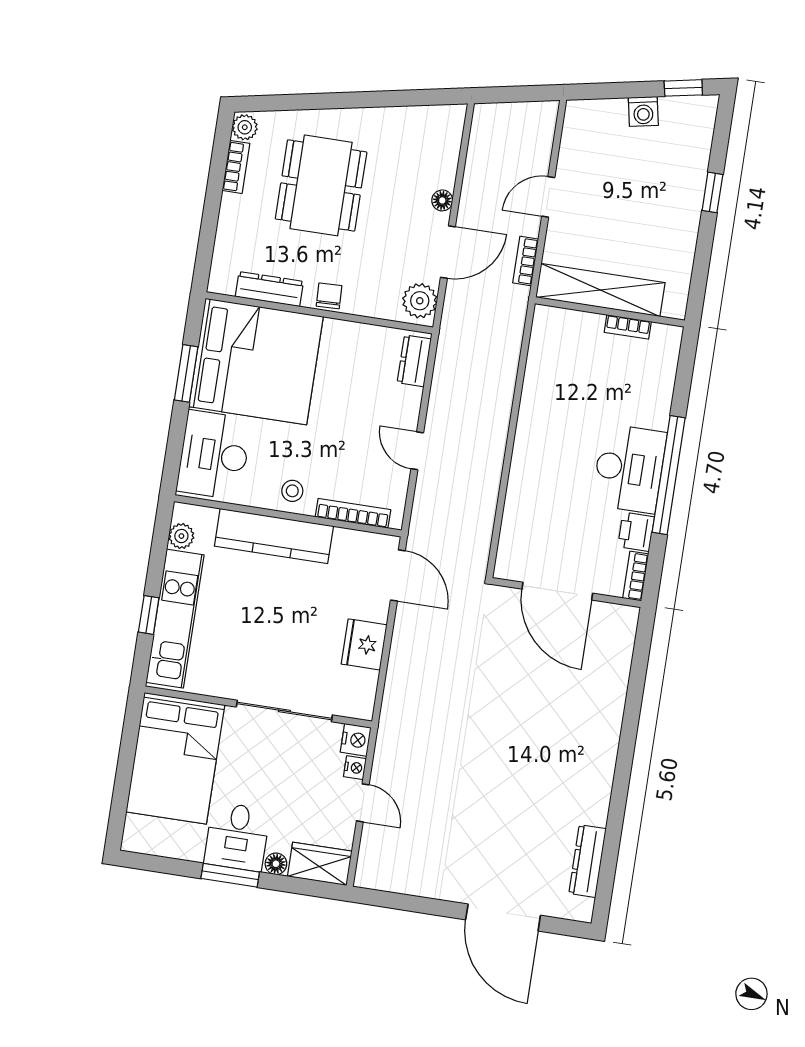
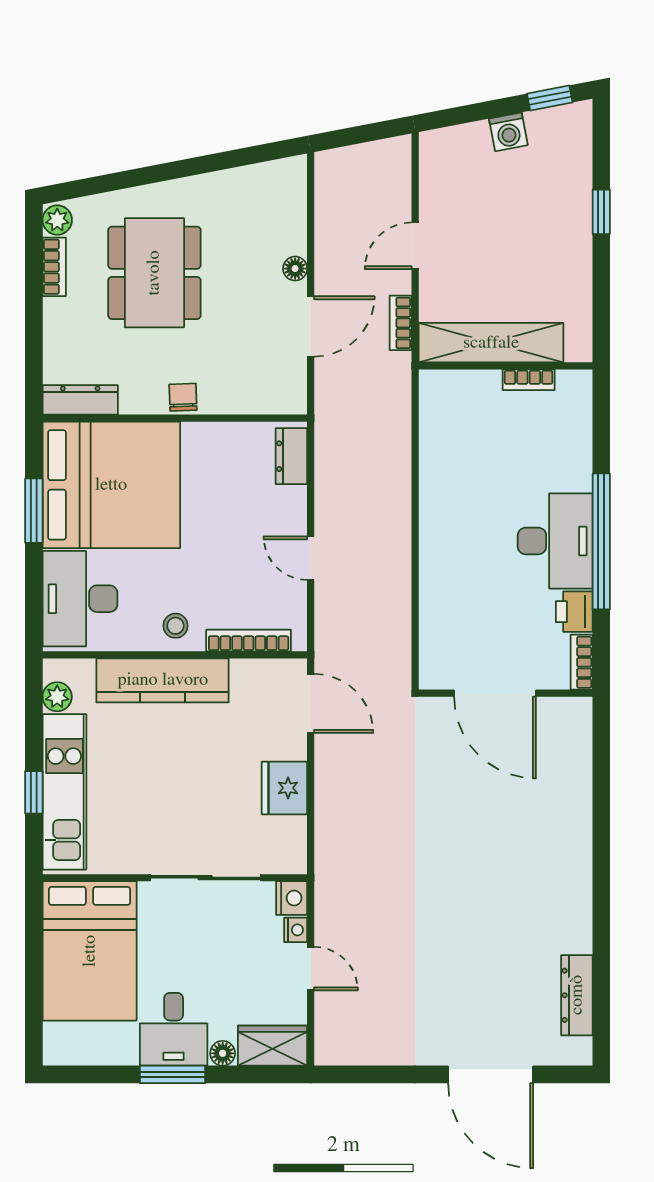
dresser: (269, 289) -> (80, 400), moved
plant: (420, 301) -> (287, 387), removed

